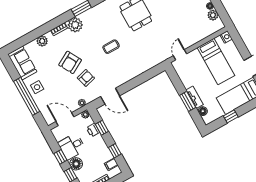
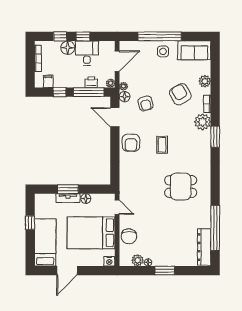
chair: (198, 32) -> (129, 236), added
armchair: (70, 62) -> (180, 94), moved
bed: (216, 62) -> (91, 233), width x1.50
armchair: (123, 72) -> (131, 143), added
door: (110, 96) -> (115, 117), hinge flipped
floor lamp: (90, 97) -> (125, 97), added
floor lamp: (203, 111) -> (86, 199), moved
window: (102, 128) -> (89, 92), width x2.17

